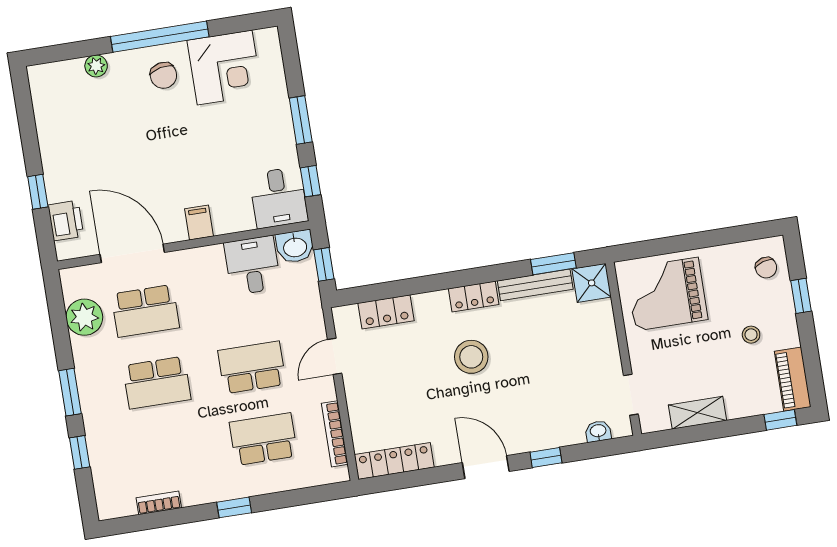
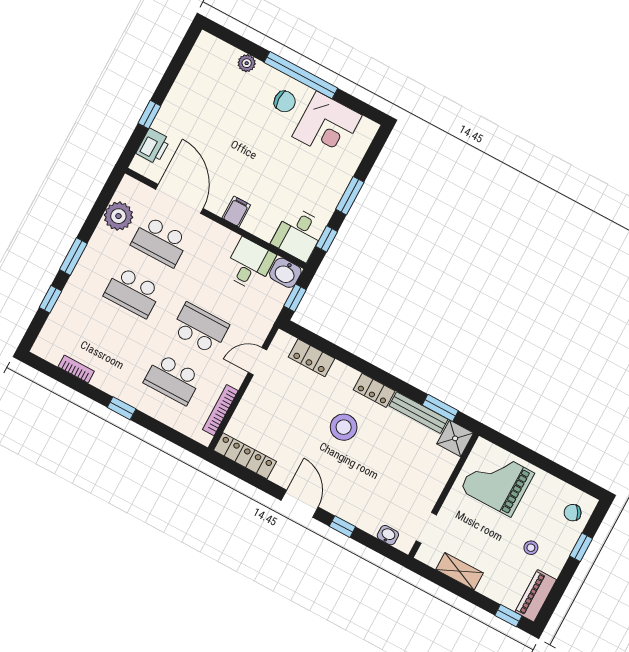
chair: (163, 75) -> (285, 102), turned -78
chair: (766, 268) -> (573, 513), turned 78
school desk: (263, 439) -> (173, 379), turned 180

